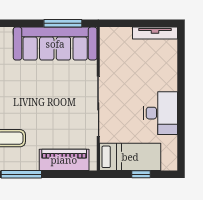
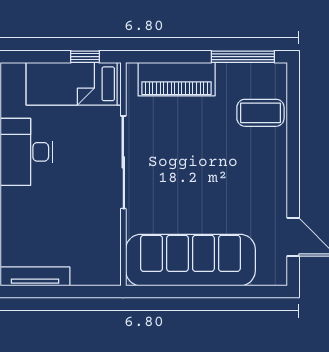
window: (63, 23) -> (179, 292), removed
window: (141, 174) -> (85, 57), moved

